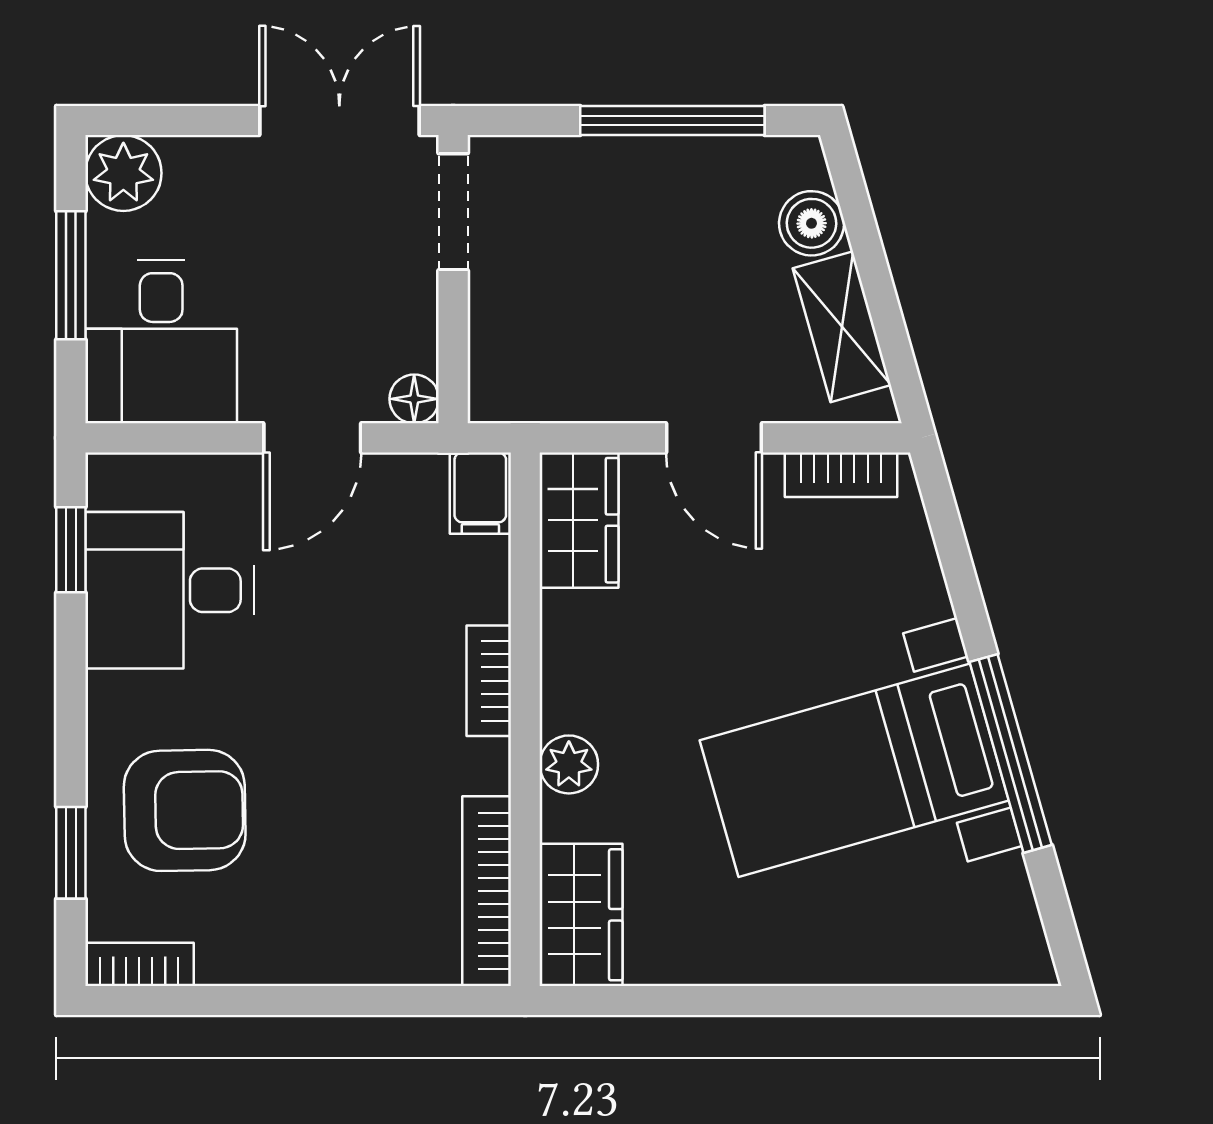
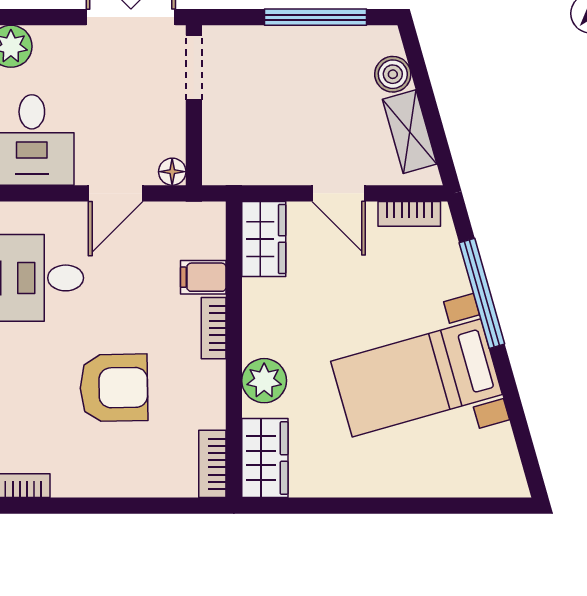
filing cabinet: (480, 493) -> (203, 277), moved, turned 90
window: (1011, 753) -> (482, 293), moved
plant: (569, 764) -> (264, 381), width x1.38, depth x1.38
armchair: (185, 810) -> (114, 388), moved
bookcase: (487, 891) -> (212, 464), width x0.64

